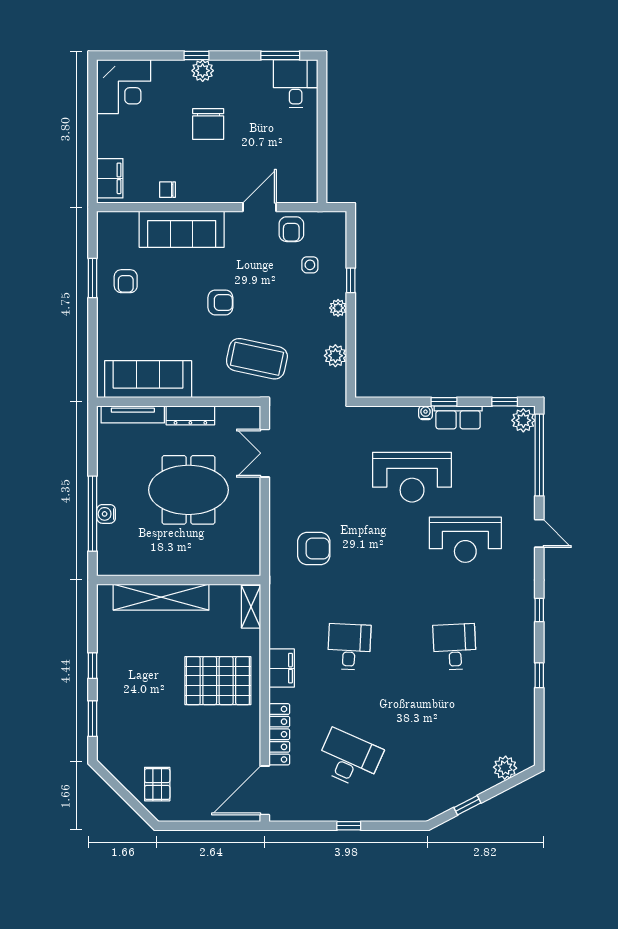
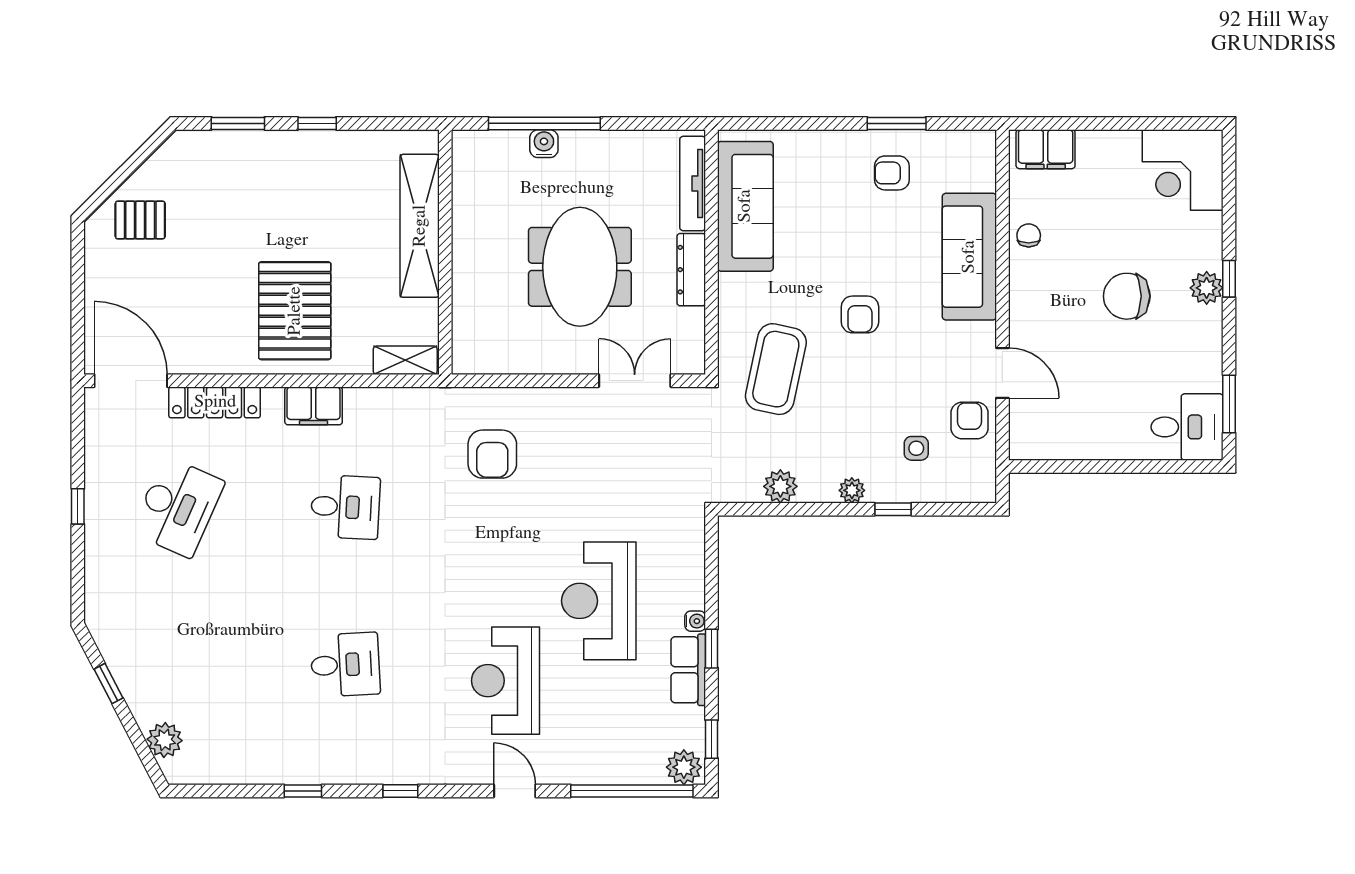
armchair: (291, 229) -> (970, 421), turned 90
door: (539, 533) -> (515, 791), swing flipped

